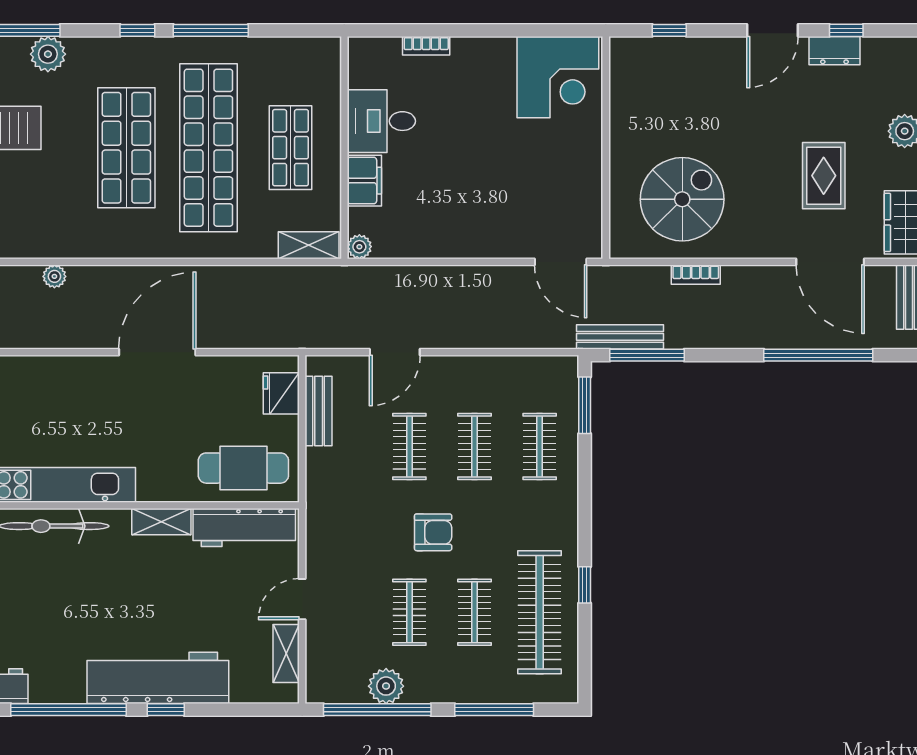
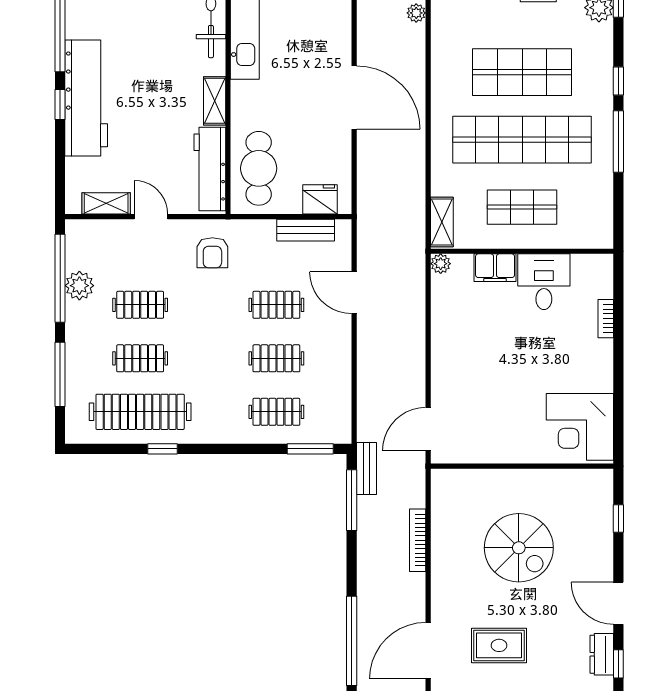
spiral stairs: (682, 199) -> (519, 548), moved
bookcase: (696, 275) -> (418, 540), width x1.56
bench: (620, 337) -> (366, 469), width x0.73
armchair: (433, 532) -> (212, 253), moved

